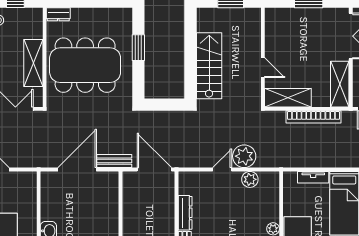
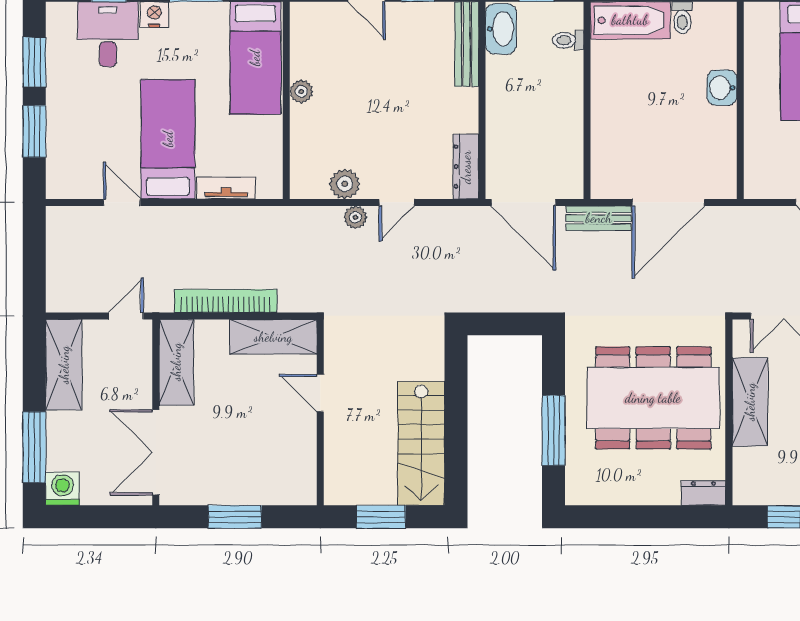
window: (138, 48) -> (554, 430), width x1.44
stairs: (209, 66) -> (421, 443), moved
plant: (244, 156) -> (355, 217), width x0.53, depth x0.53
dresser: (185, 213) -> (466, 167), moved

